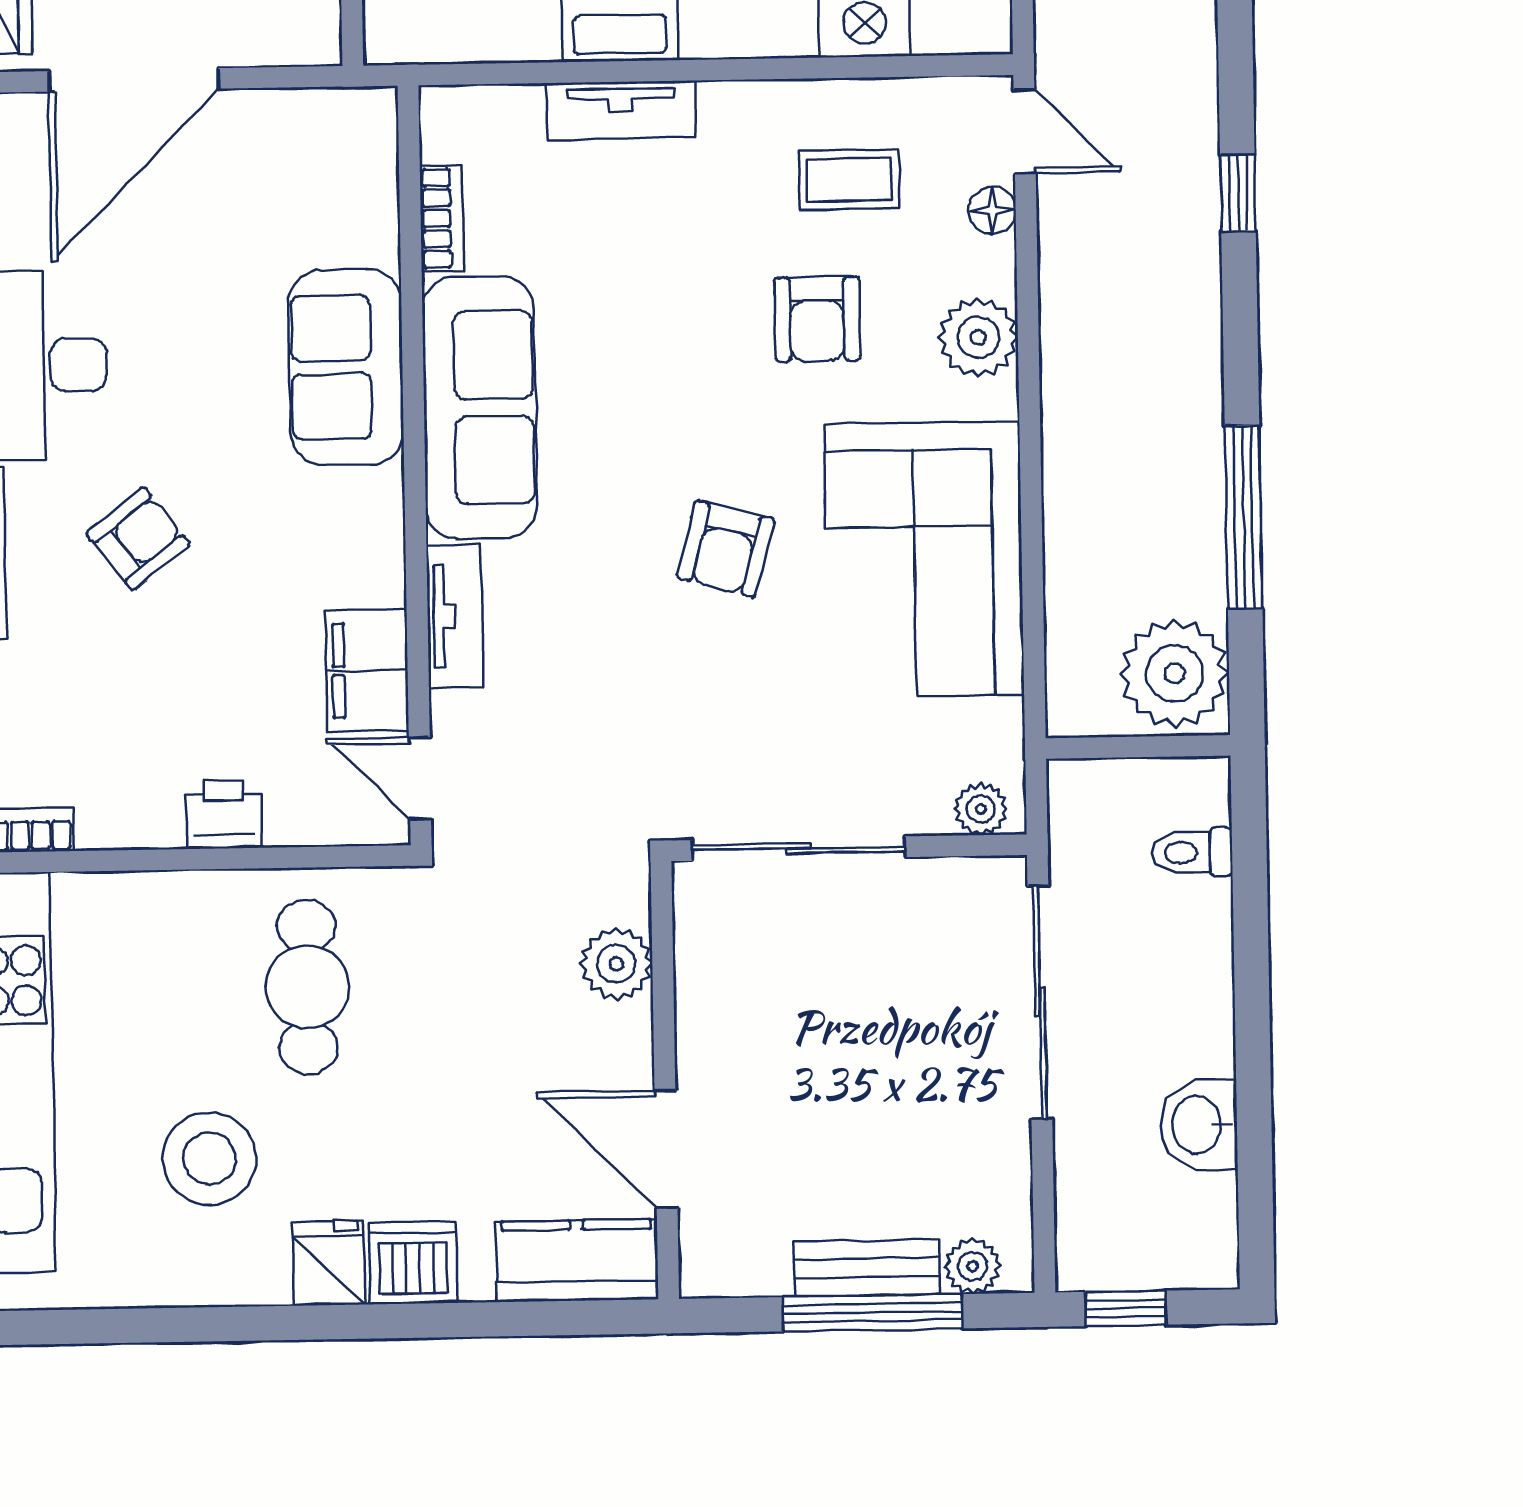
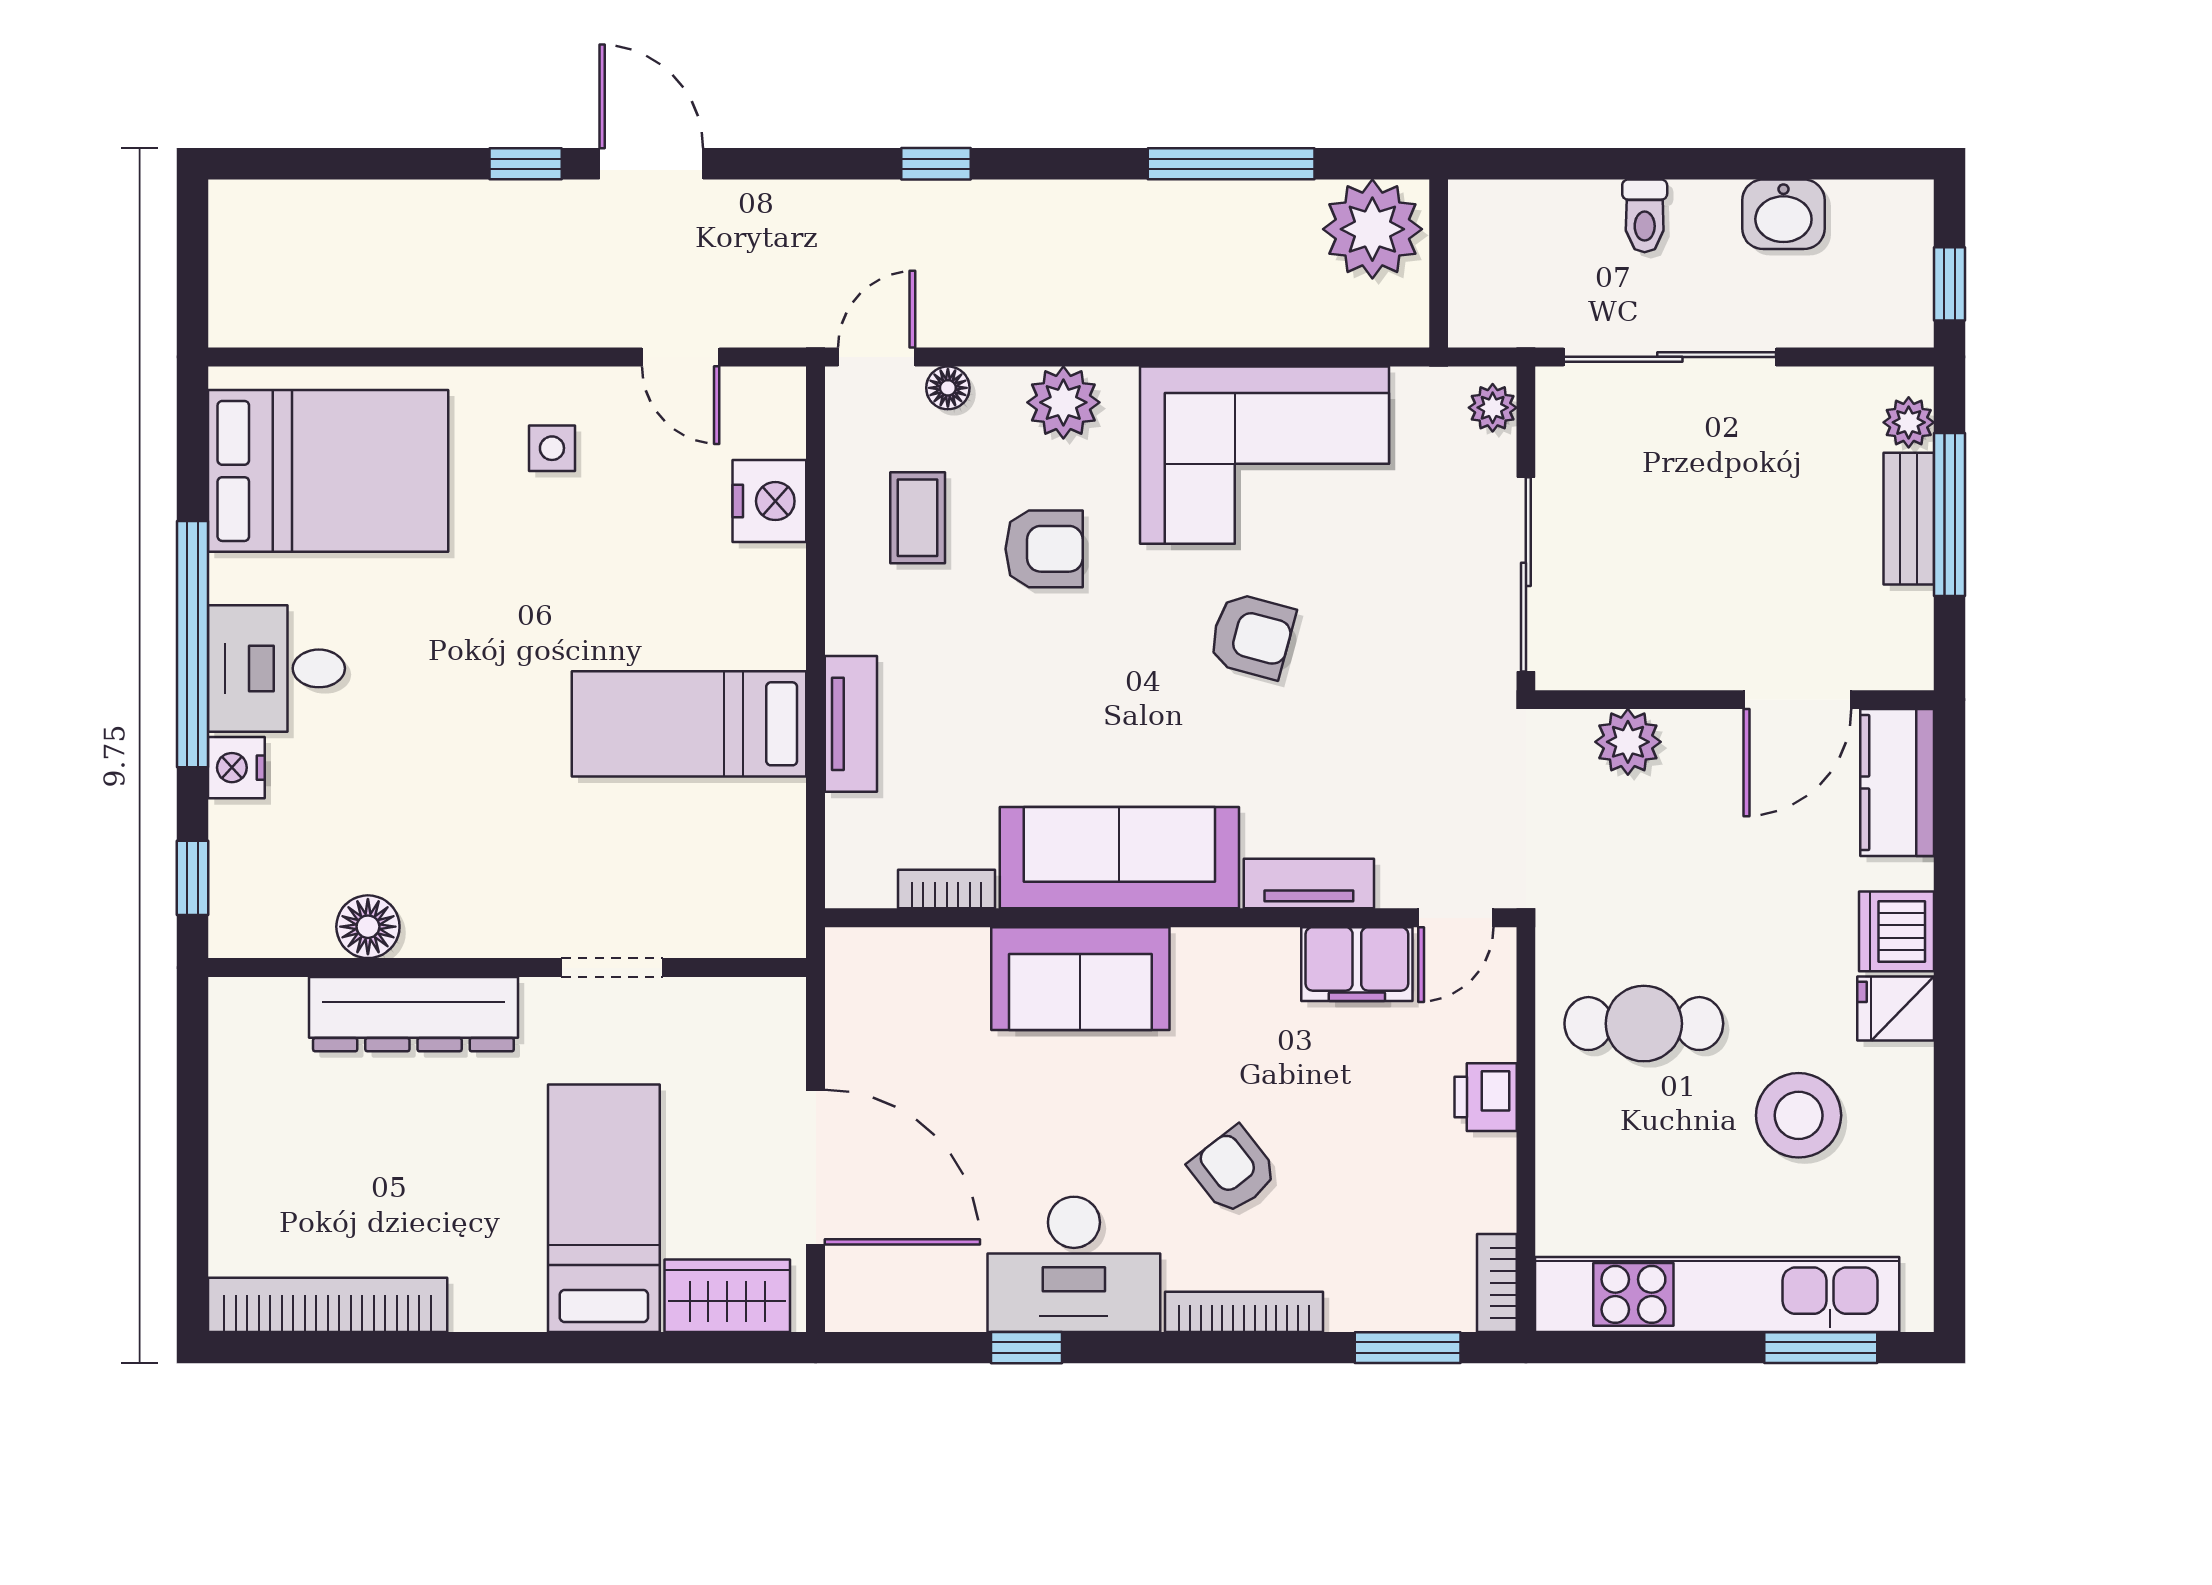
toilet: (1192, 853) -> (1645, 216), moved

